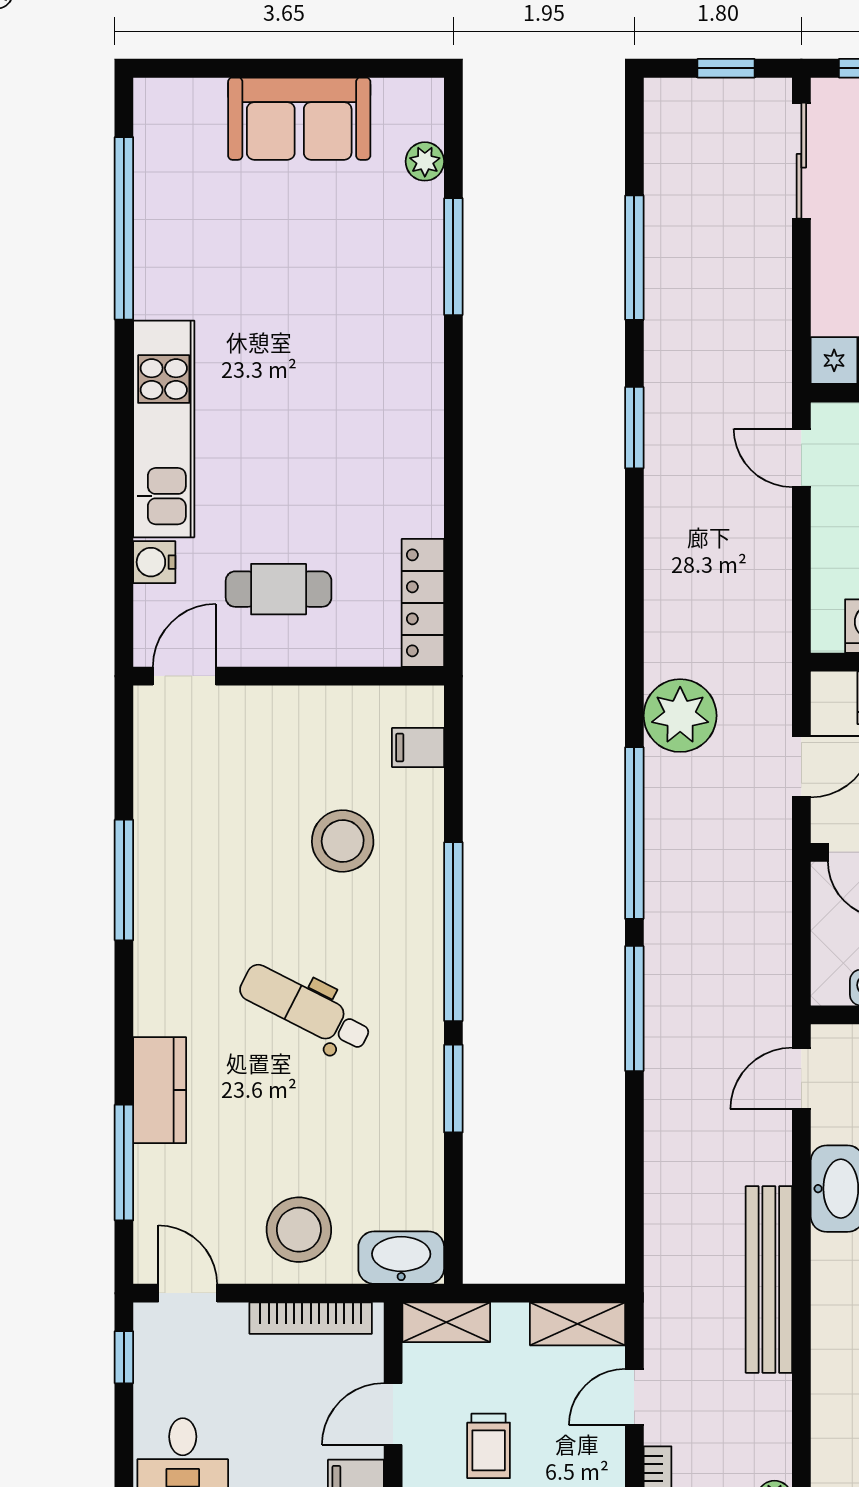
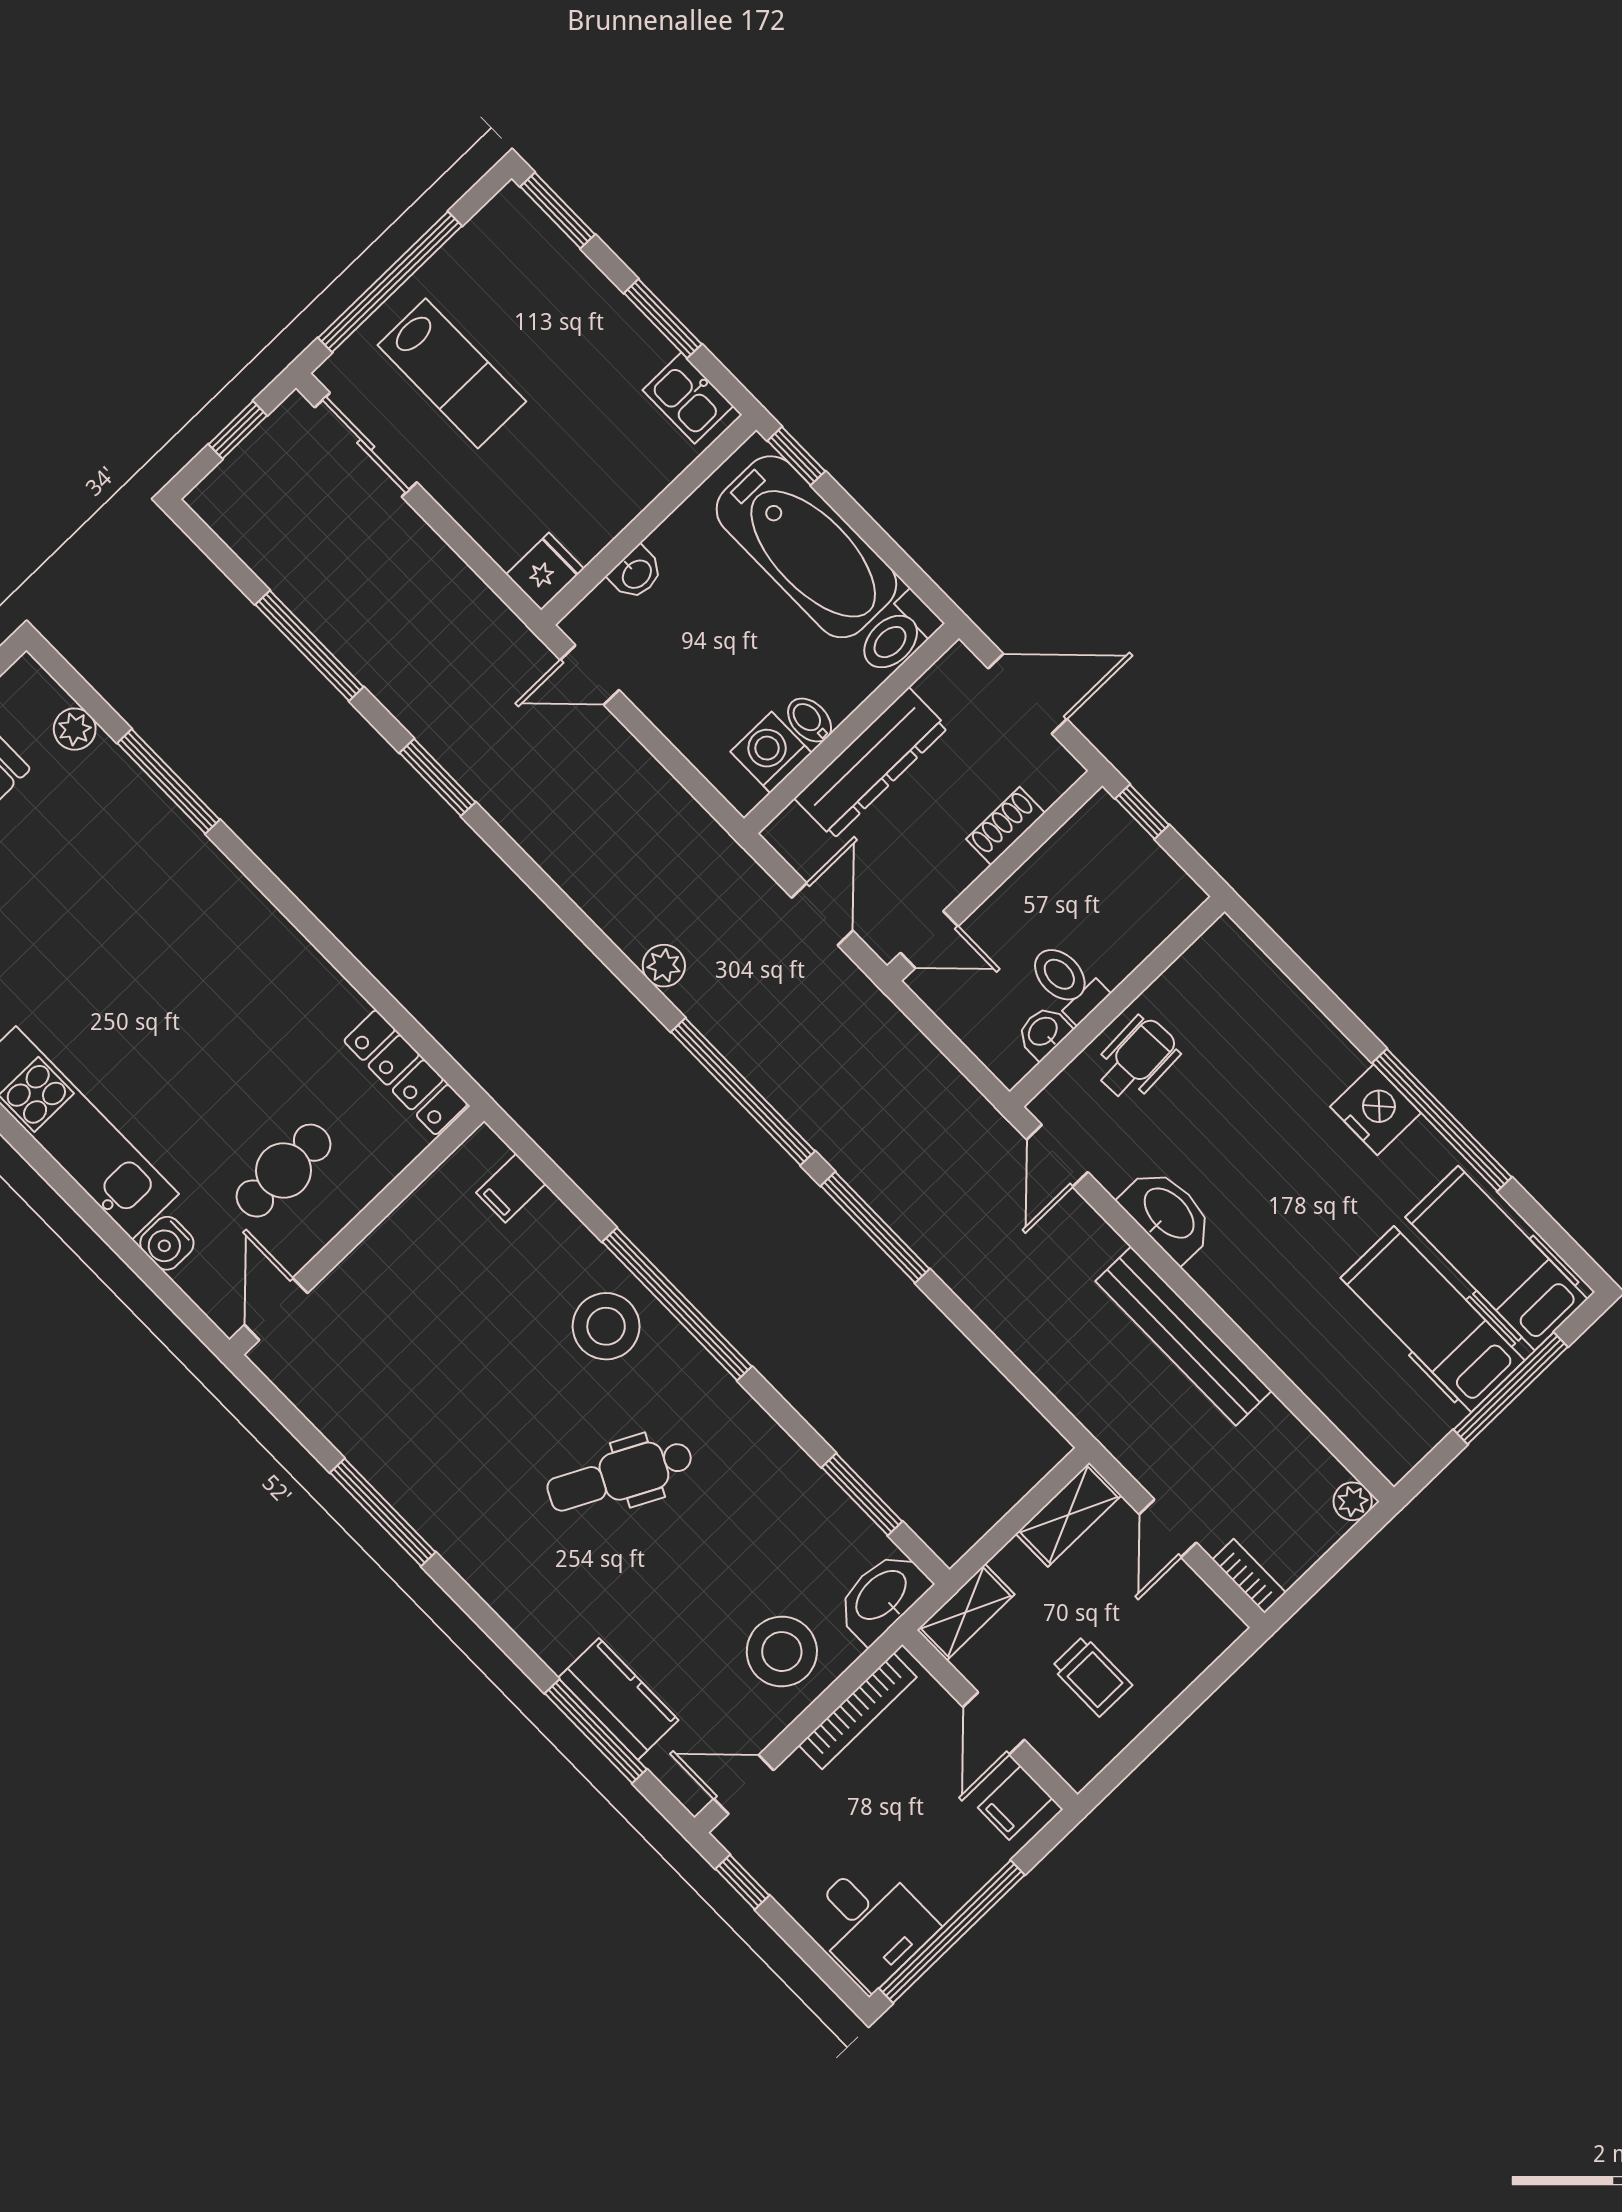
plant: (680, 716) -> (664, 966), width x0.53, depth x0.53
stool: (343, 841) -> (606, 1326), moved
window: (453, 1089) -> (862, 1494), moved
kitchen counter: (160, 1090) -> (618, 1699), moved

